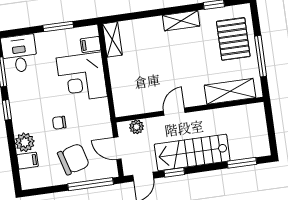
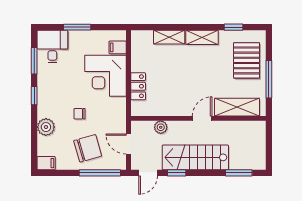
window: (58, 26) -> (77, 27), moved
shelving: (112, 39) -> (169, 37), moved, turned 90
locker: (119, 84) -> (138, 86), added
door: (174, 112) -> (202, 118), moved
plant: (136, 127) -> (161, 127), moved
filing cabinet: (27, 161) -> (46, 163), moved

